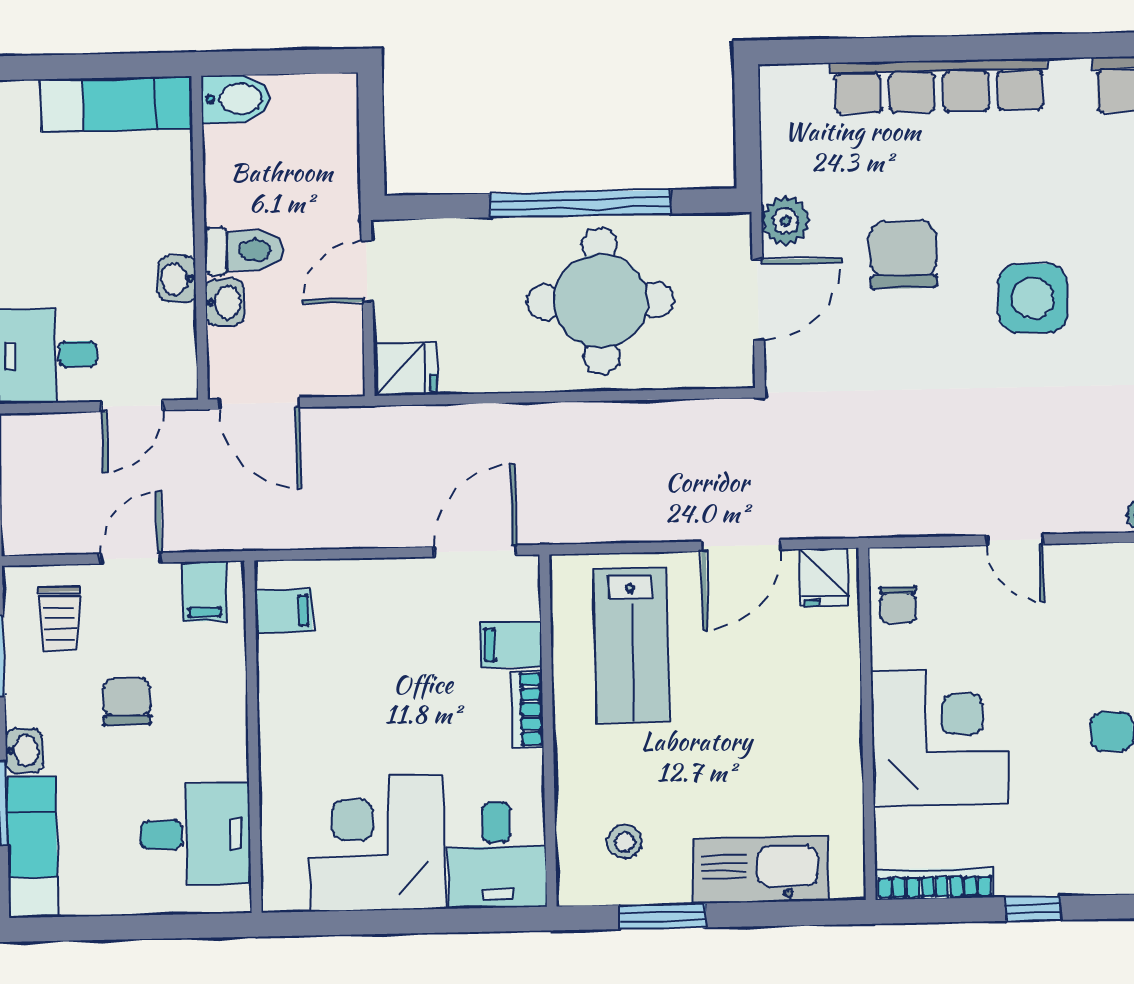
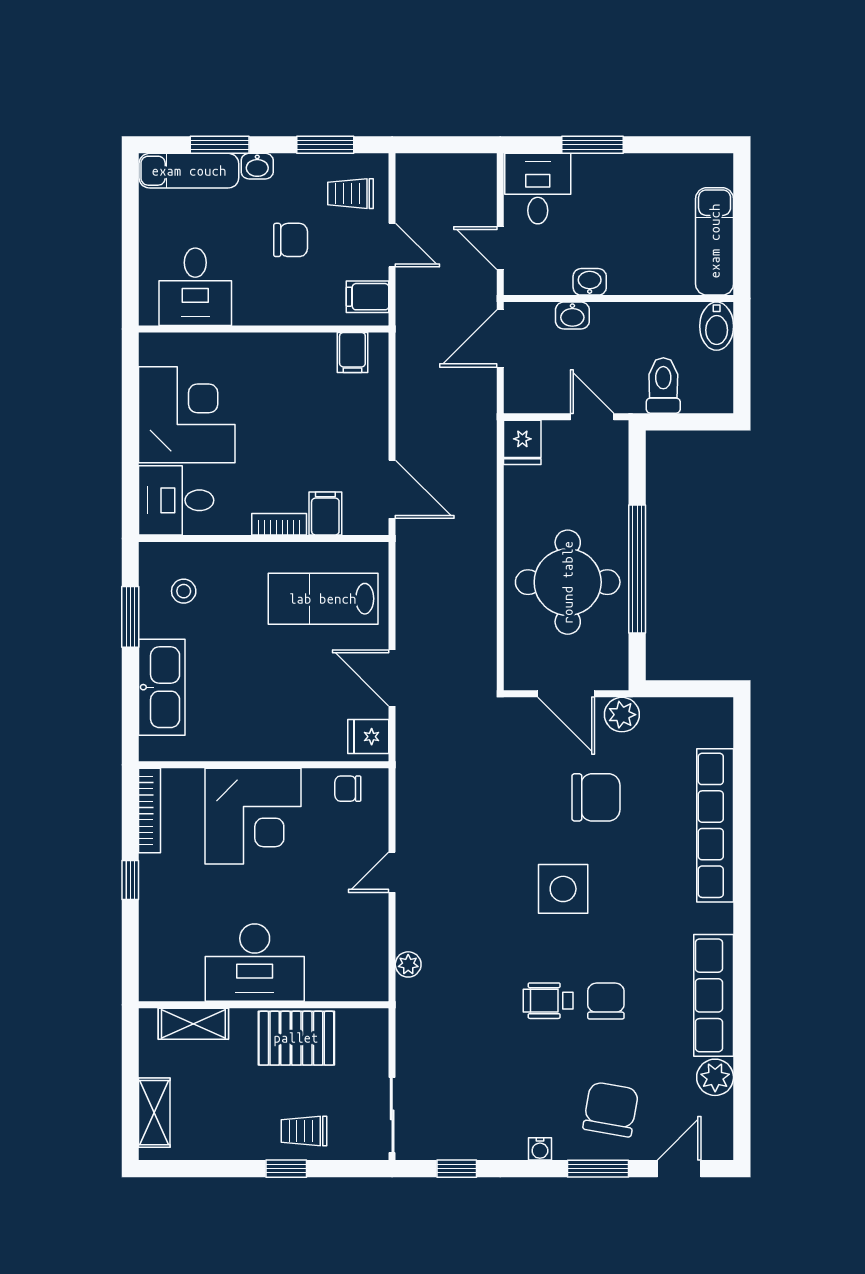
toilet: (244, 250) -> (663, 385), moved, turned 180

